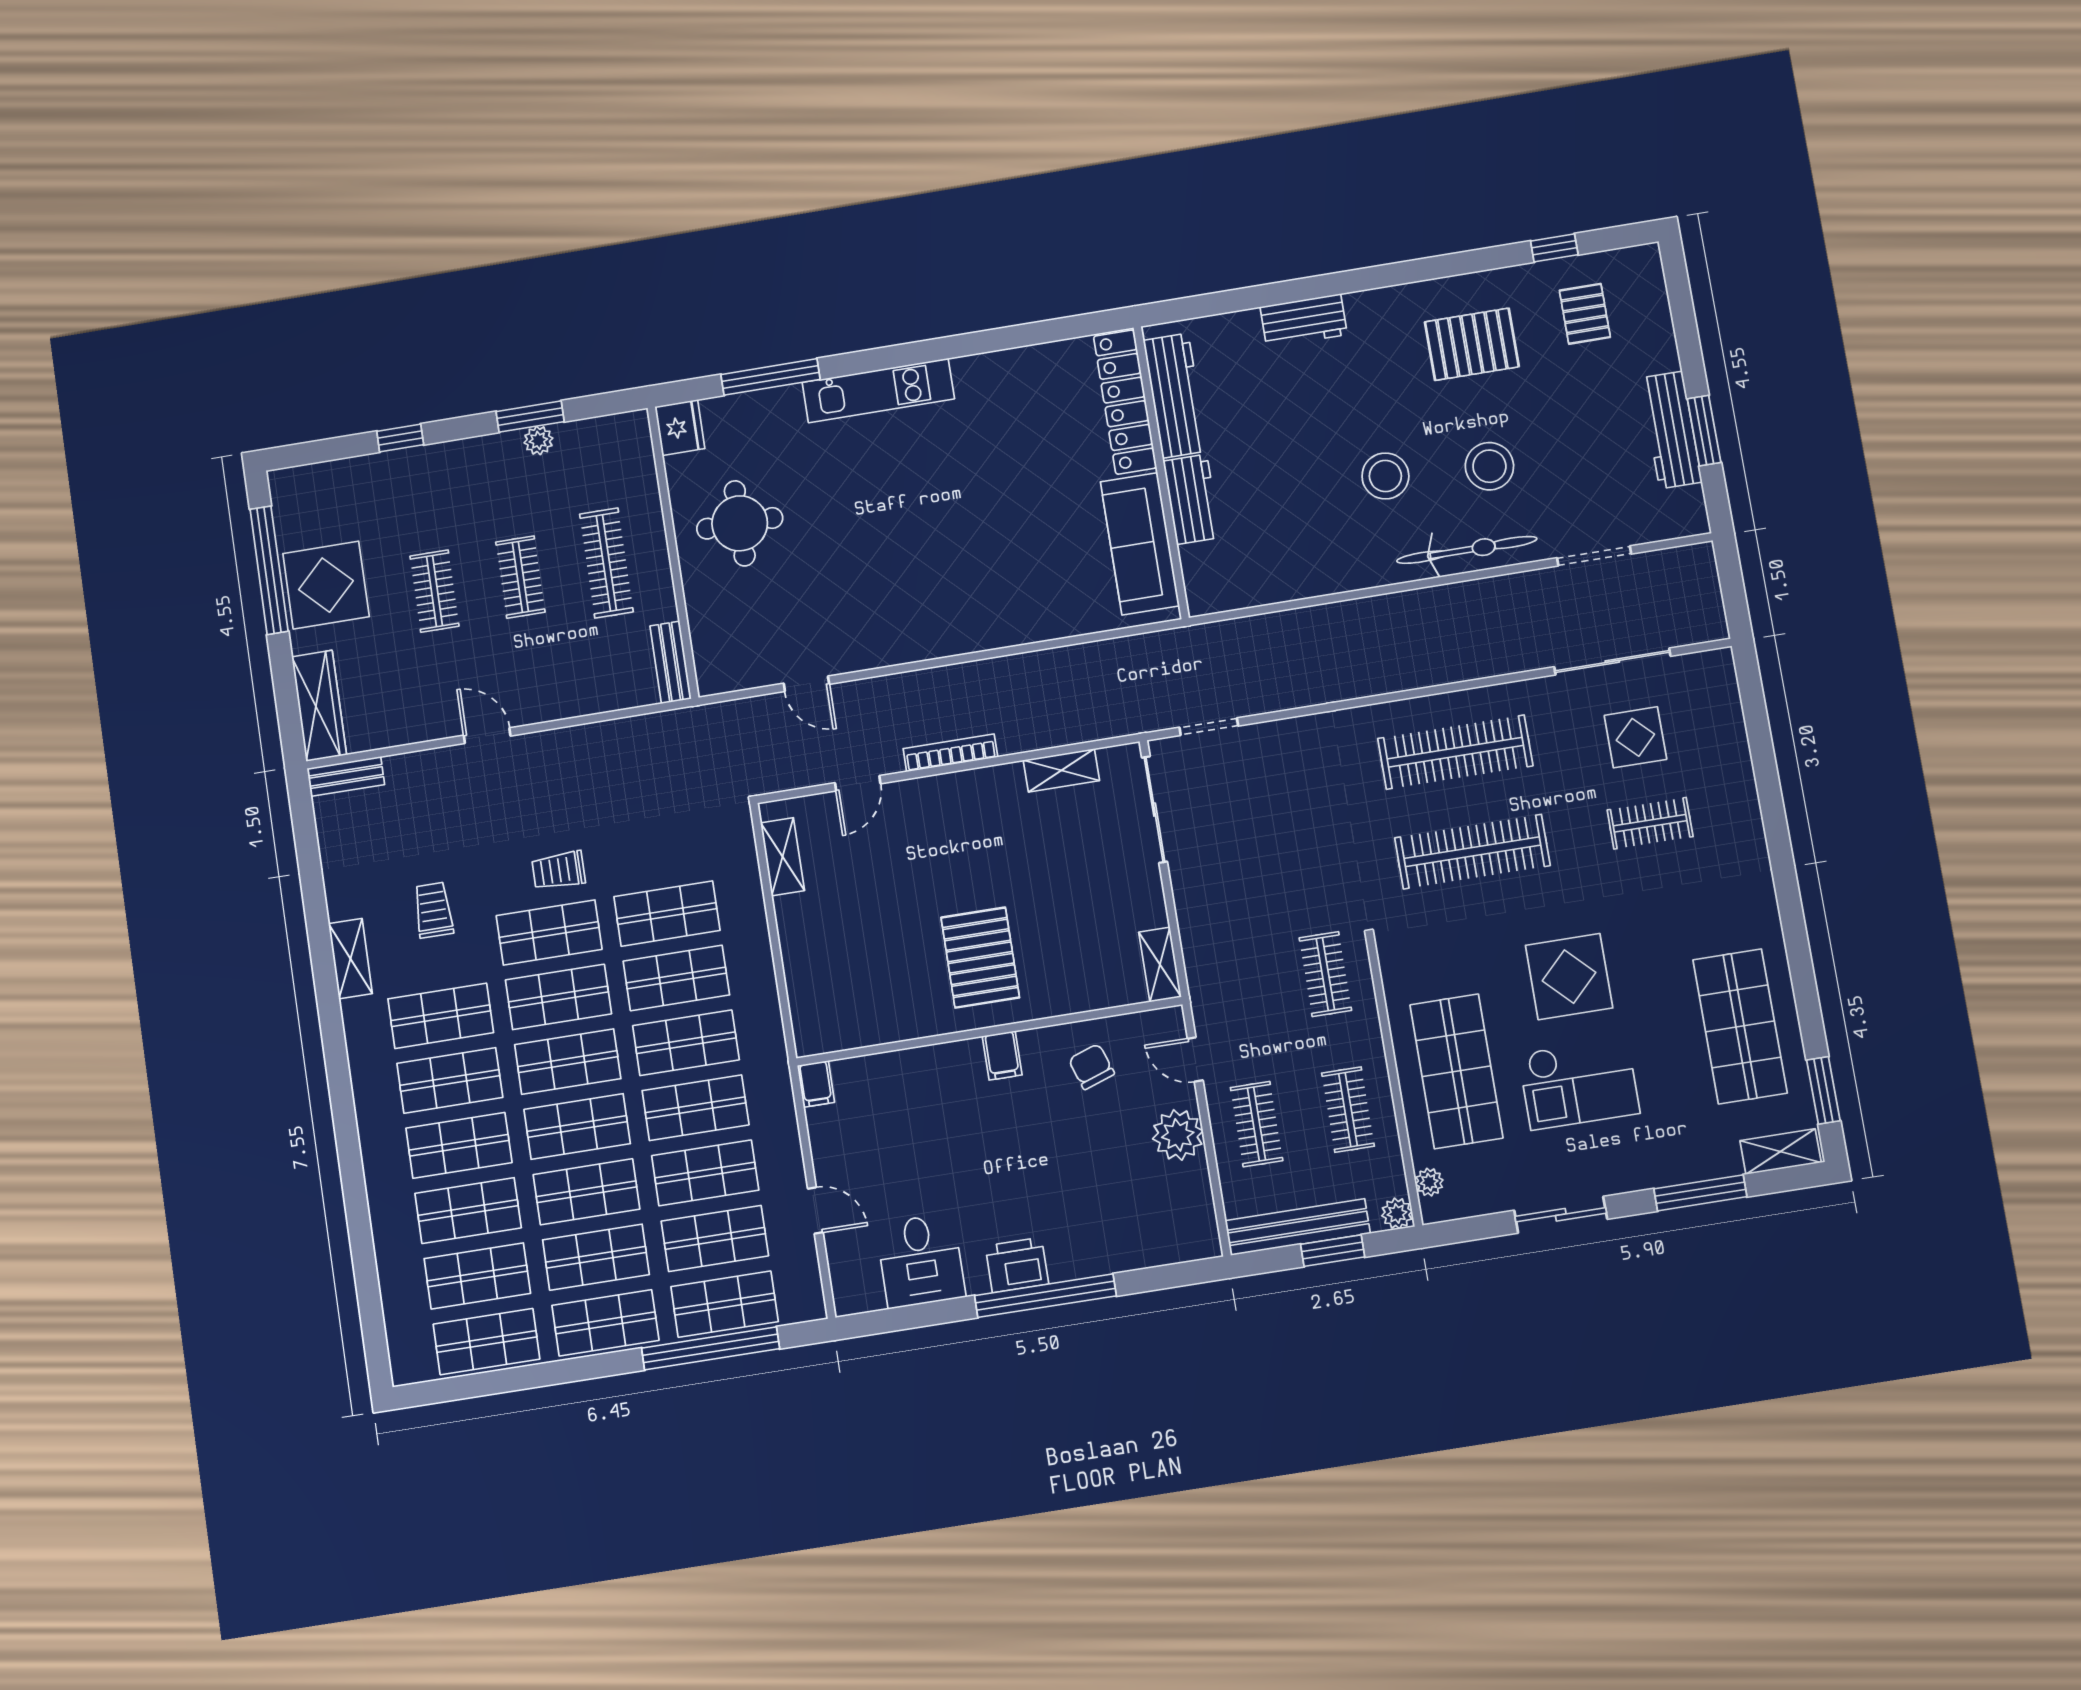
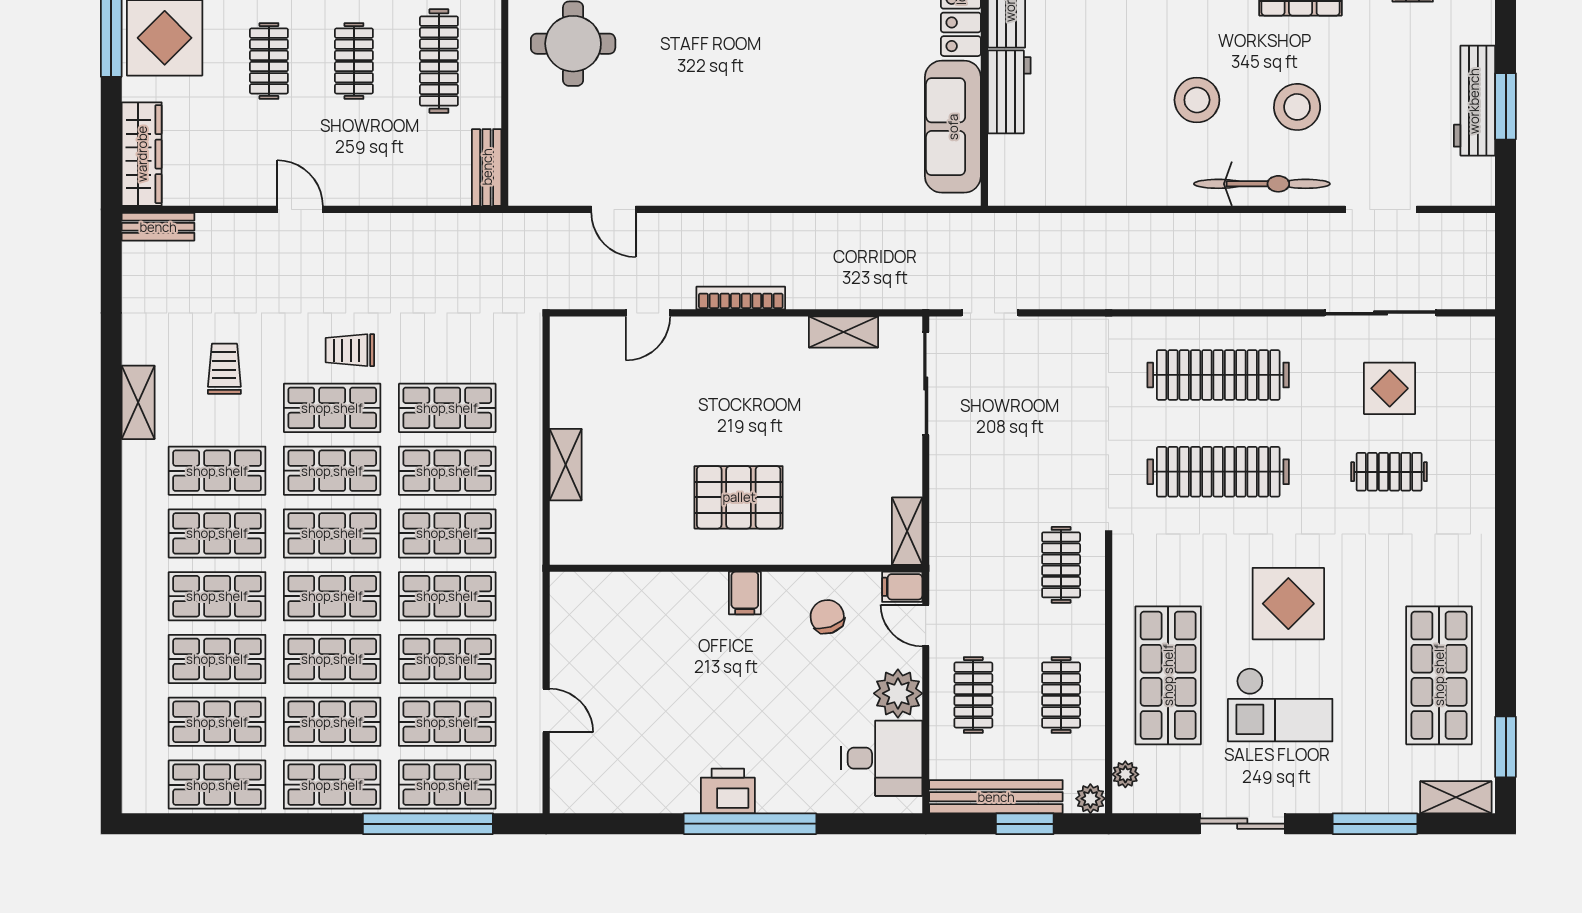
shelving: (782, 857) -> (566, 465), moved
pallet: (980, 958) -> (739, 497), turned 90
filing cabinet: (816, 1084) -> (902, 587), moved, turned 90
desk: (921, 1261) -> (882, 758), moved, turned -90

